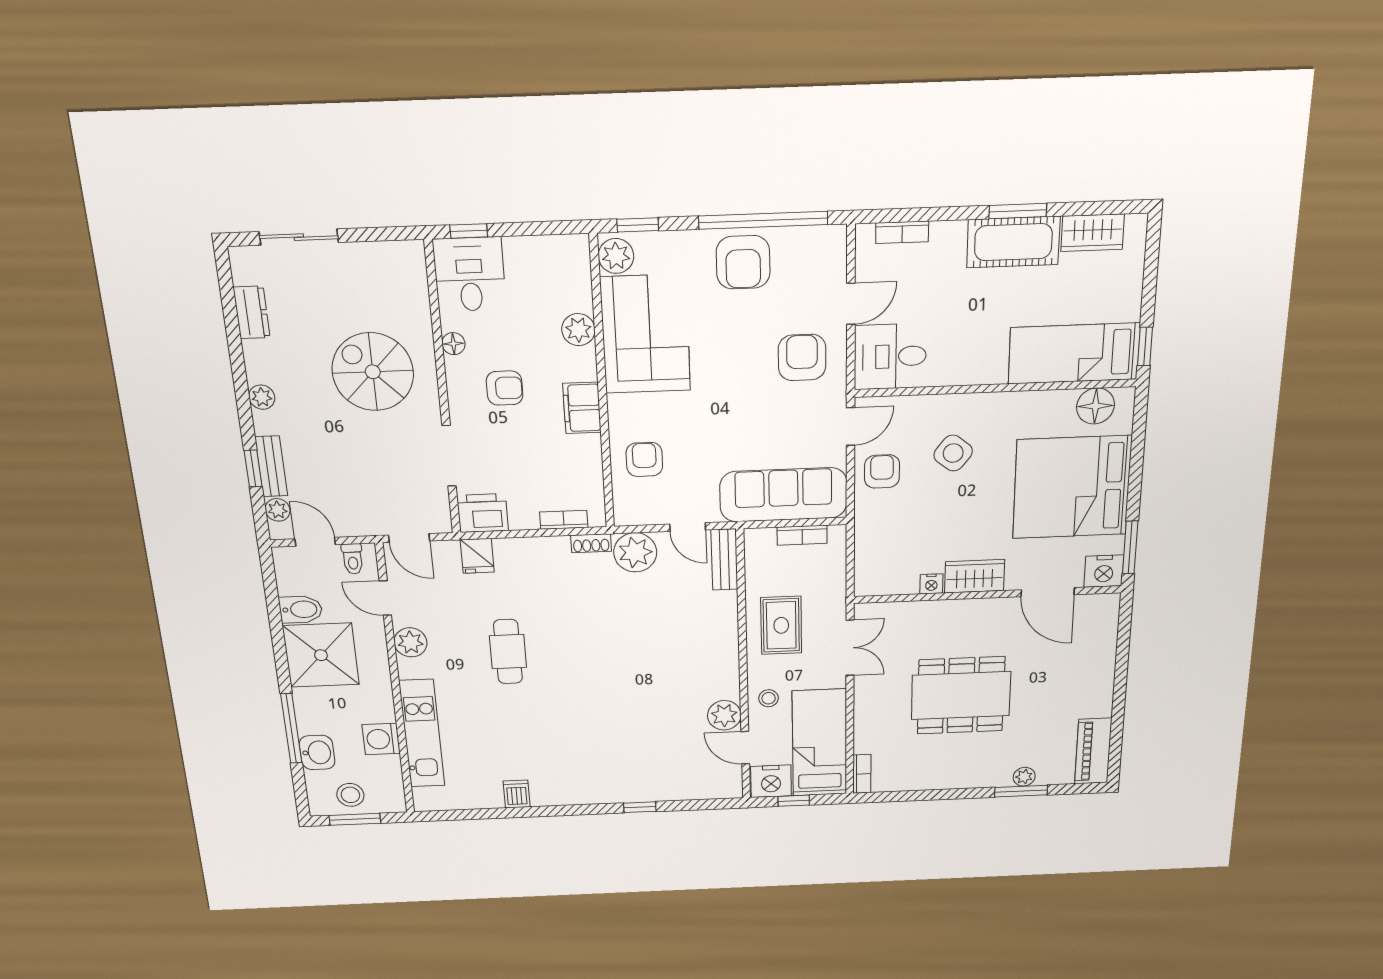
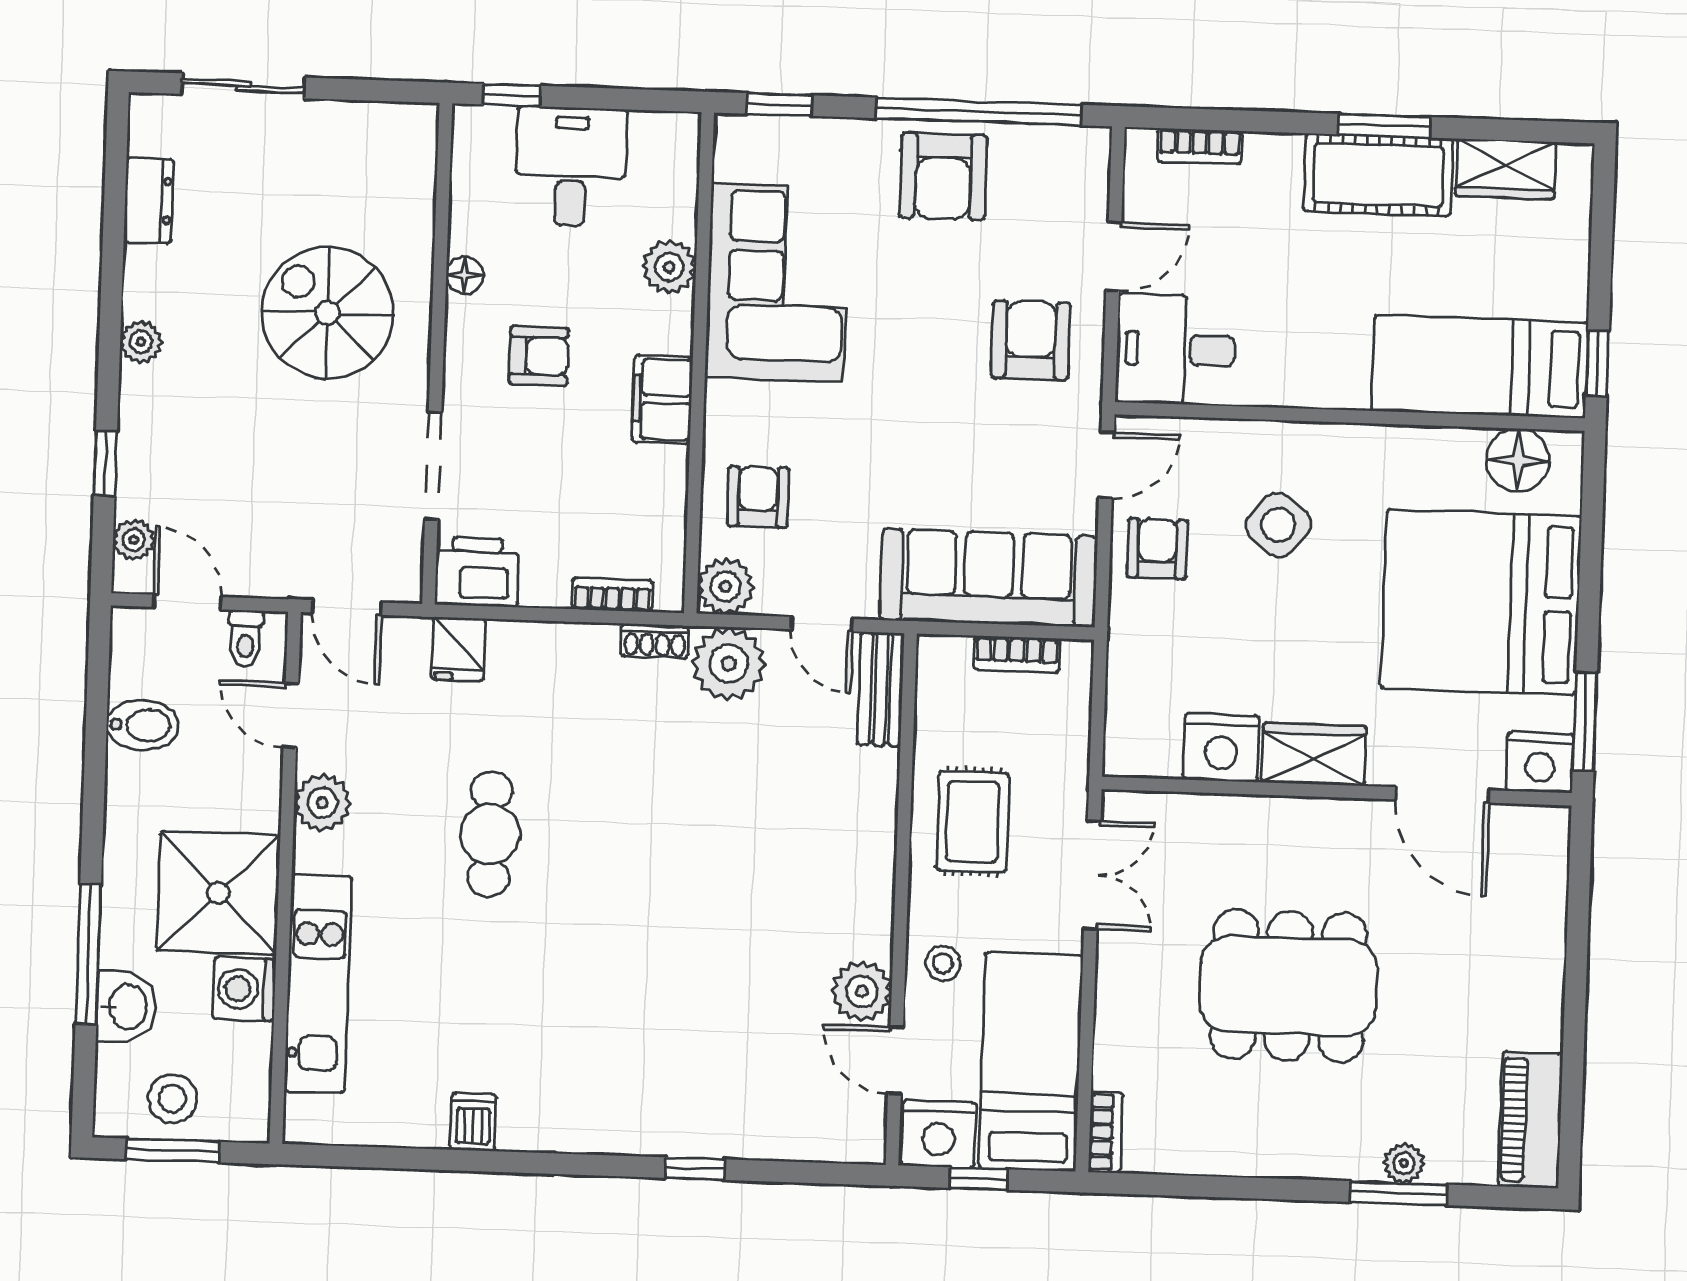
plant: (616, 256) -> (725, 586), moved
desk: (470, 274) -> (571, 167), moved
bench: (271, 466) -> (136, 462), removed
nightstand: (931, 584) -> (1221, 748), width x1.89, depth x1.79
shower: (321, 655) -> (218, 893), moved

